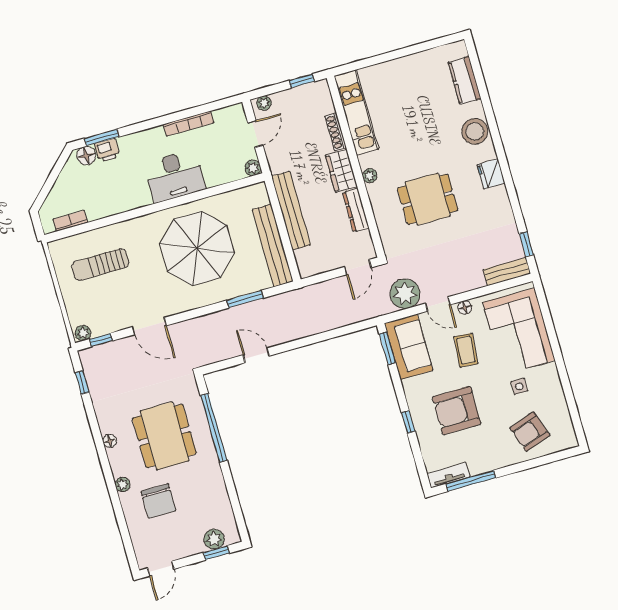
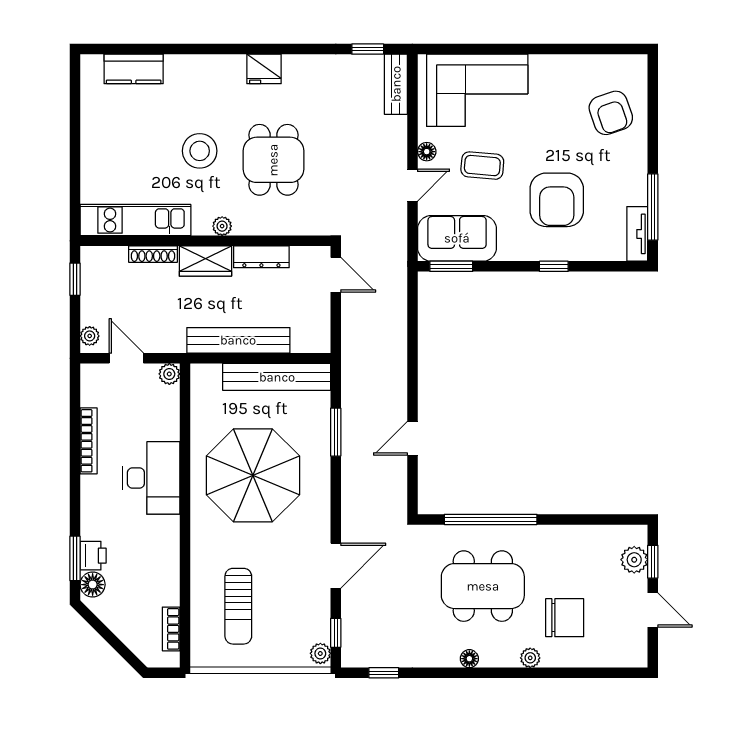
stool: (475, 131) -> (200, 151), moved
plant: (405, 294) -> (387, 224), removed
side table: (519, 386) -> (548, 110), removed
door: (161, 569) -> (653, 610), moved

